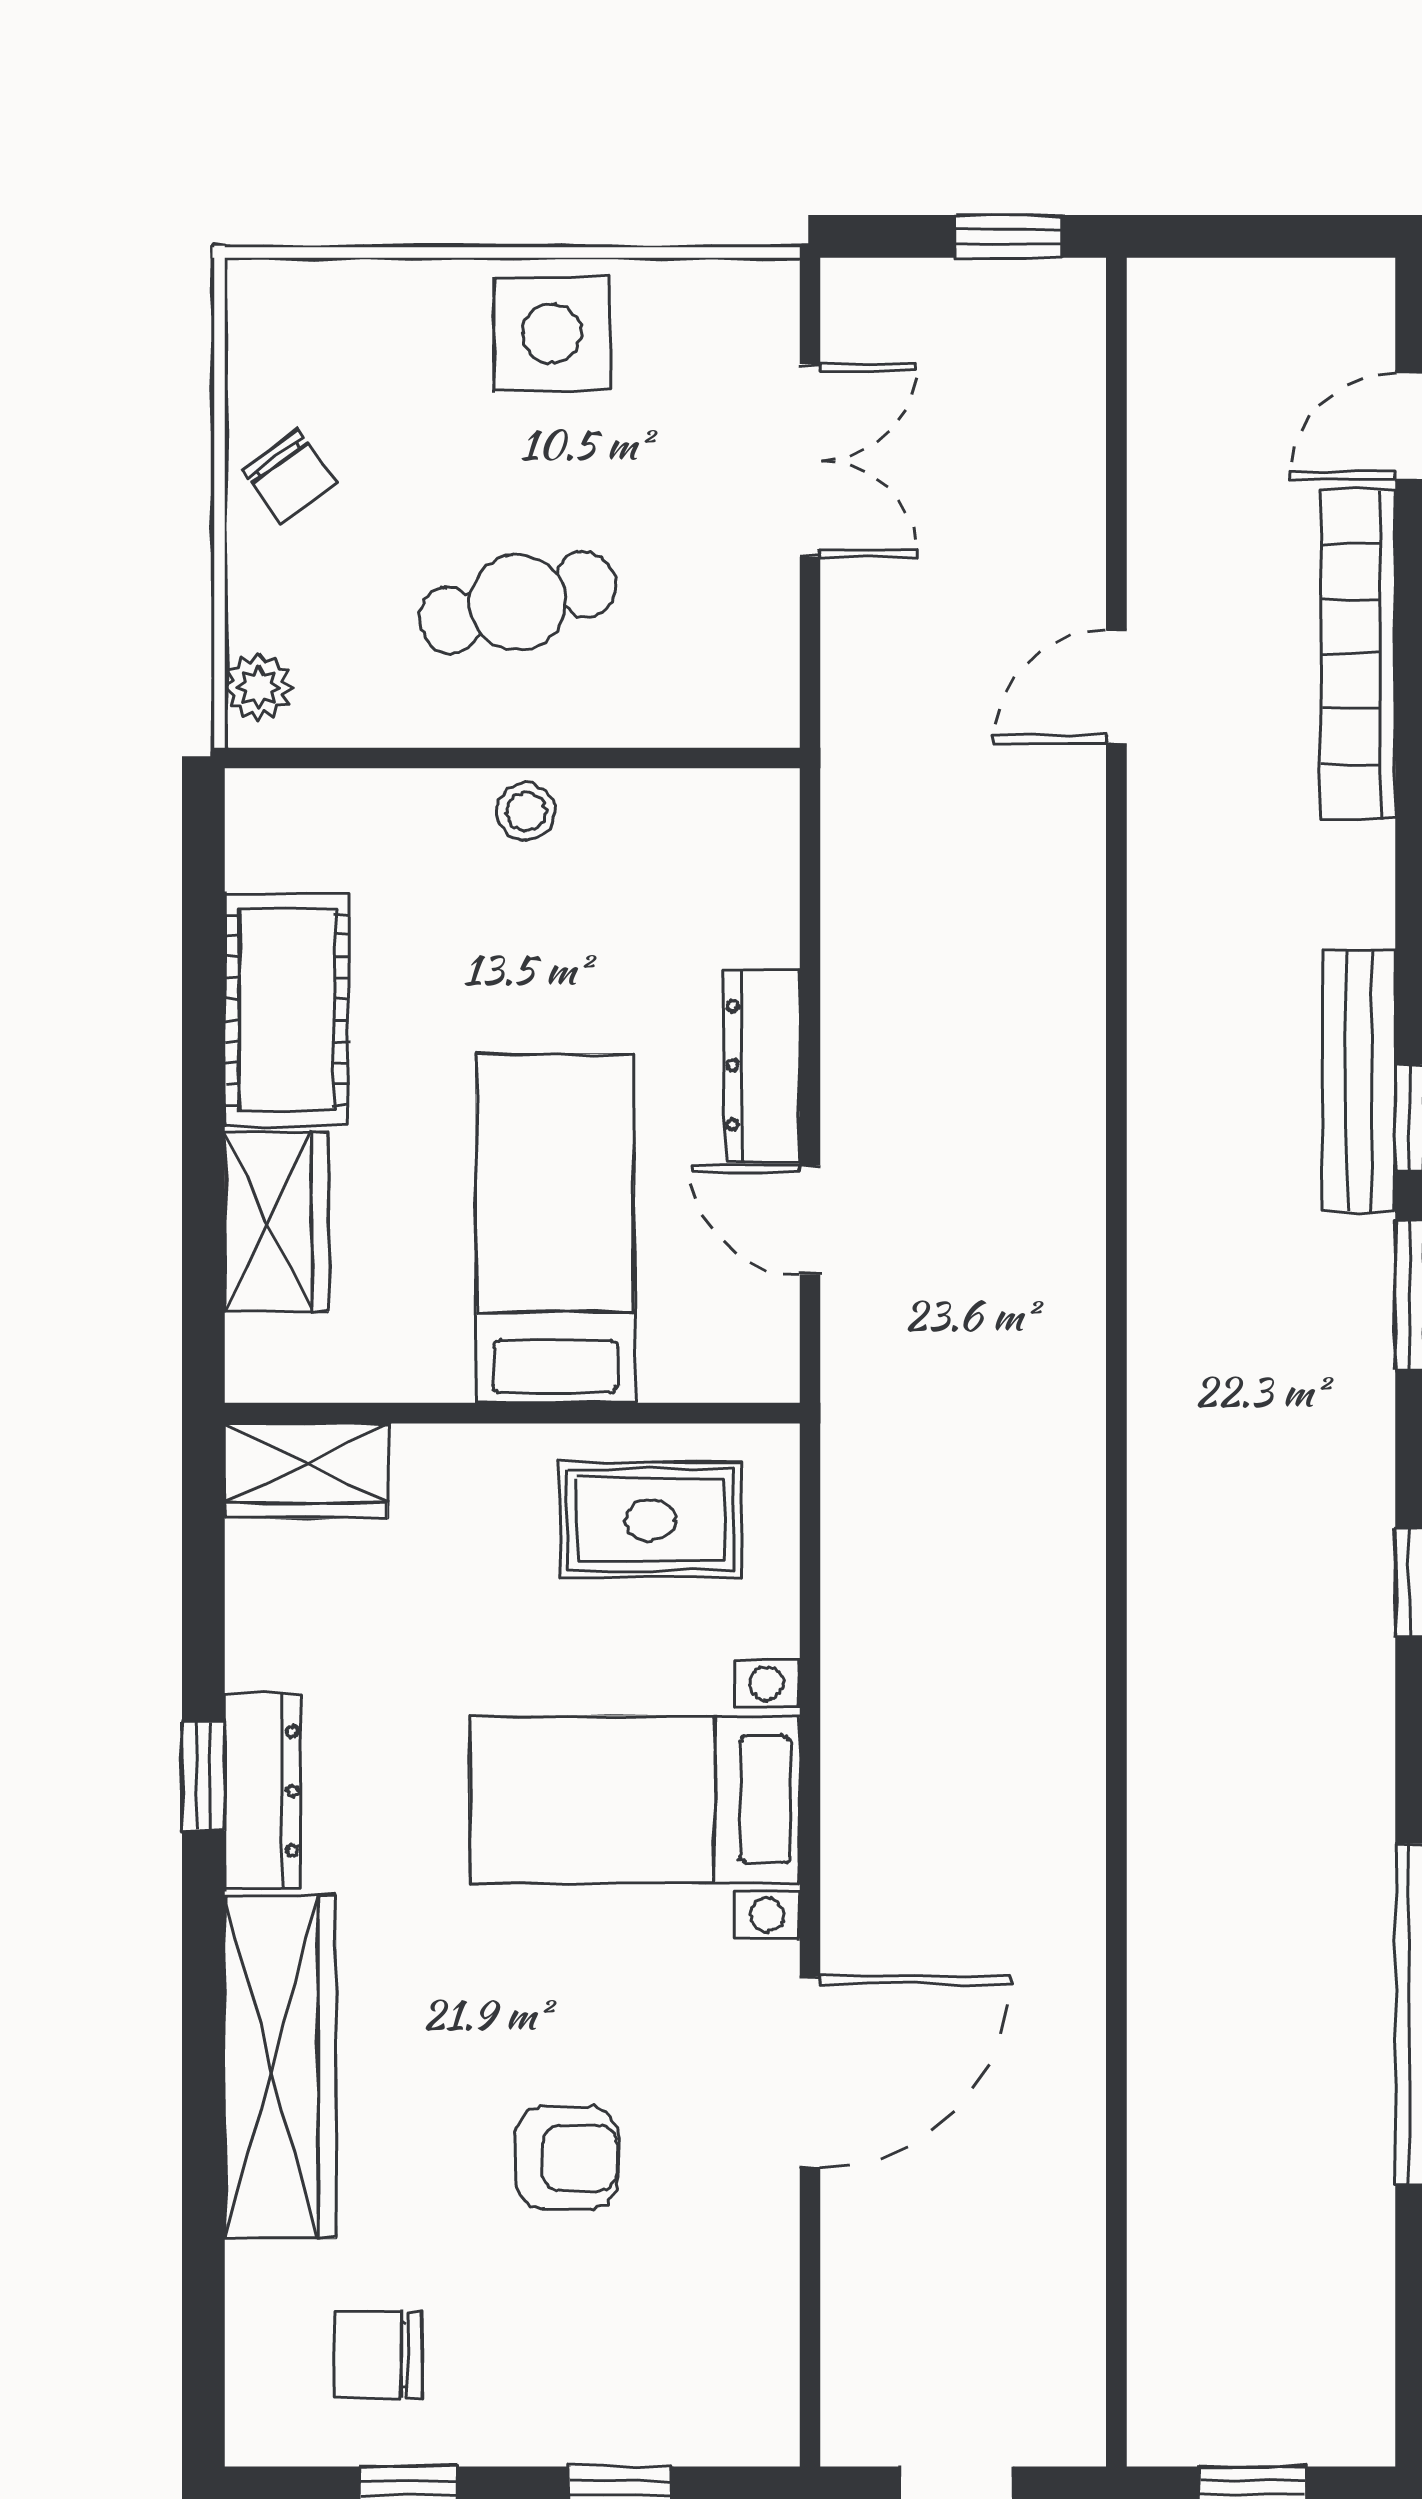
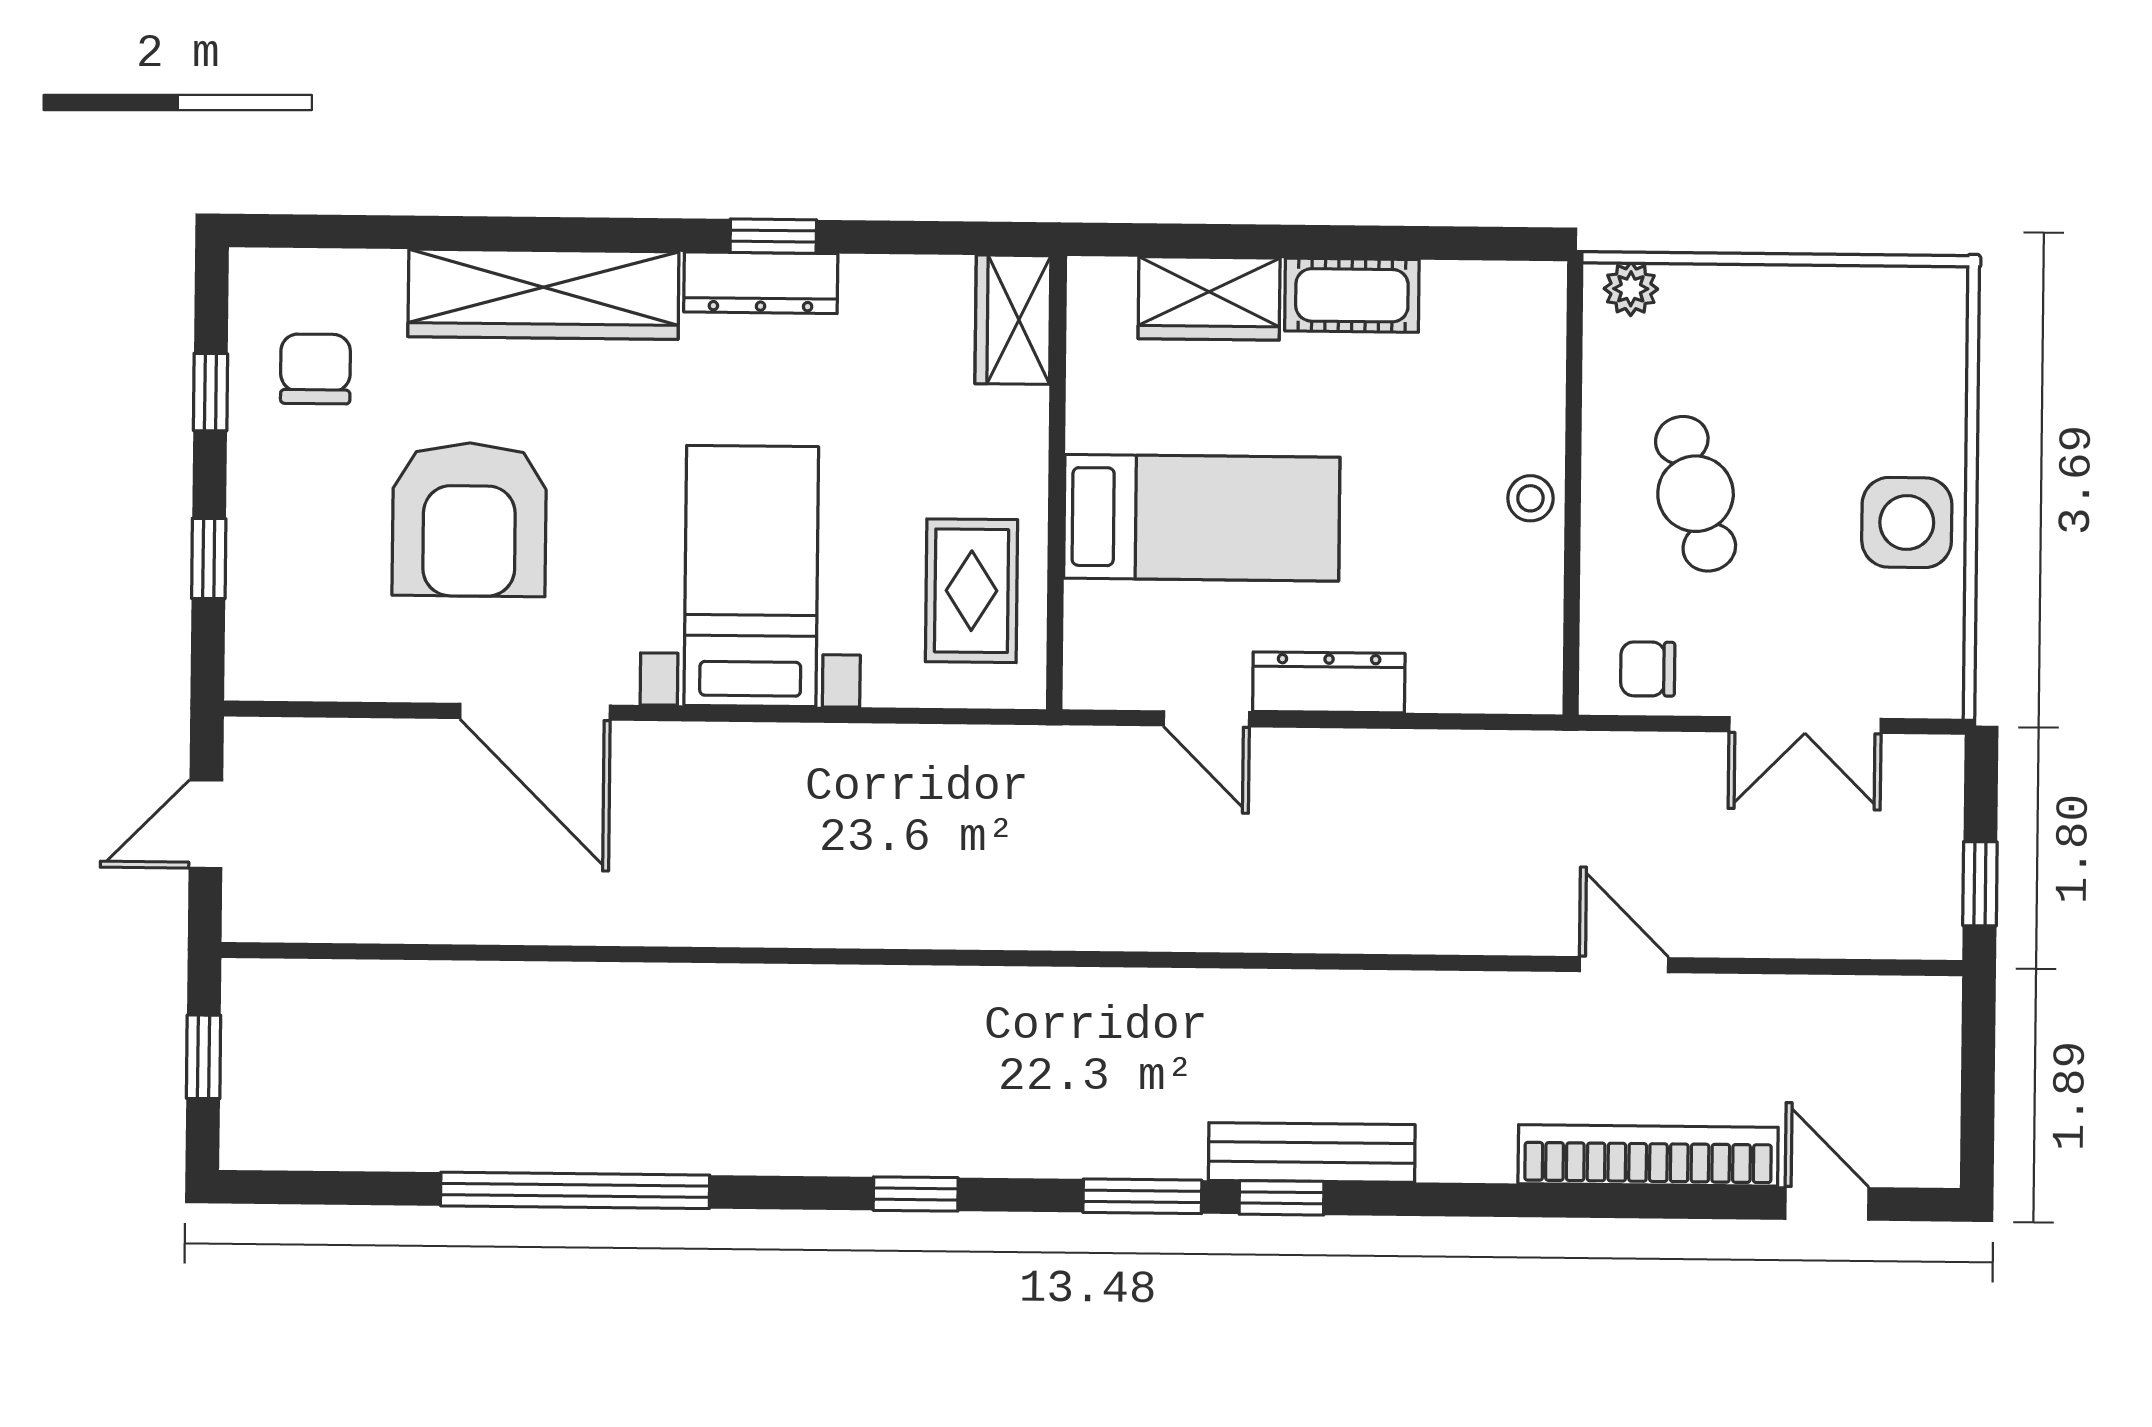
chair: (290, 476) -> (1648, 669), moved, turned 37
cot: (286, 1010) -> (1352, 295), width x0.73, depth x0.75
door: (810, 1220) -> (1206, 719), swing flipped
armchair: (567, 2158) -> (469, 519), width x1.88, depth x1.88

